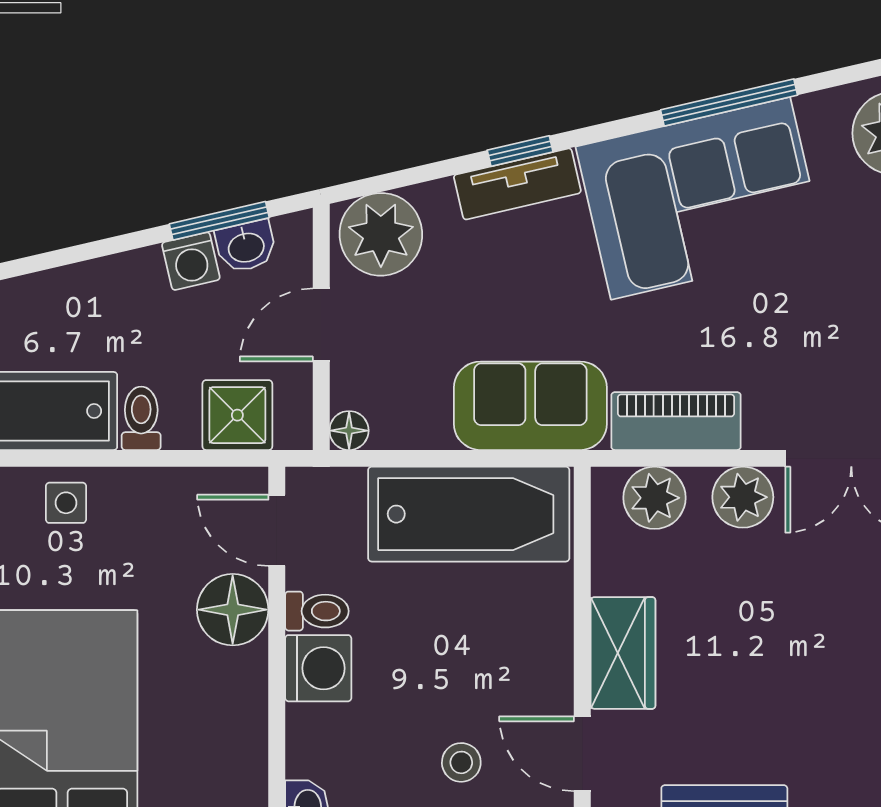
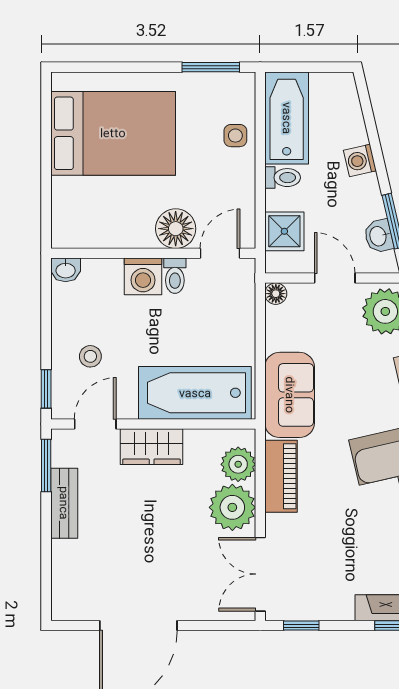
washing machine: (191, 261) -> (360, 161), moved
plant: (743, 497) -> (232, 507), width x1.36, depth x1.36
bathtub: (469, 514) -> (195, 393), moved, turned 90

